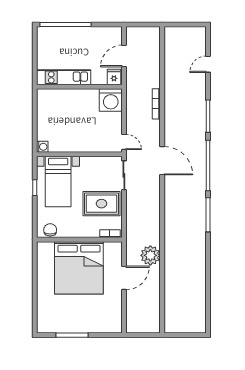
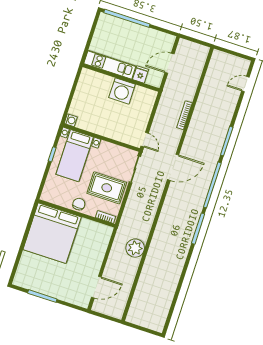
door: (208, 64) -> (245, 84), moved
fridge: (114, 77) -> (141, 74), moved
washing machine: (111, 100) -> (122, 91), moved
door: (162, 161) -> (173, 167), hinge flipped
chair: (50, 230) -> (79, 204), moved
bed: (79, 268) -> (52, 233), moved
door: (124, 278) -> (96, 287), moved

